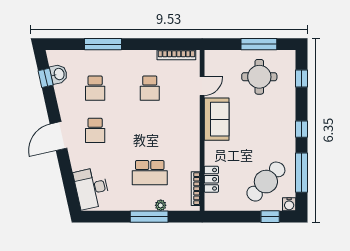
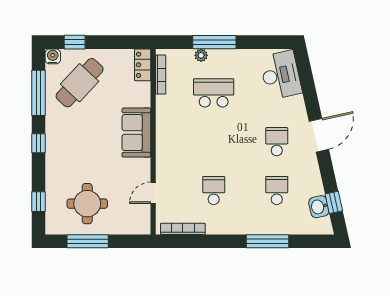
sofa: (217, 119) -> (136, 133), moved
locker: (211, 179) -> (143, 65), moved

